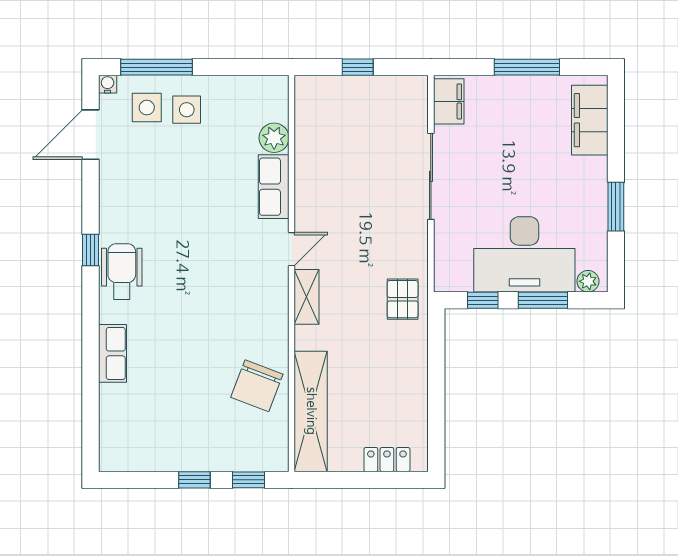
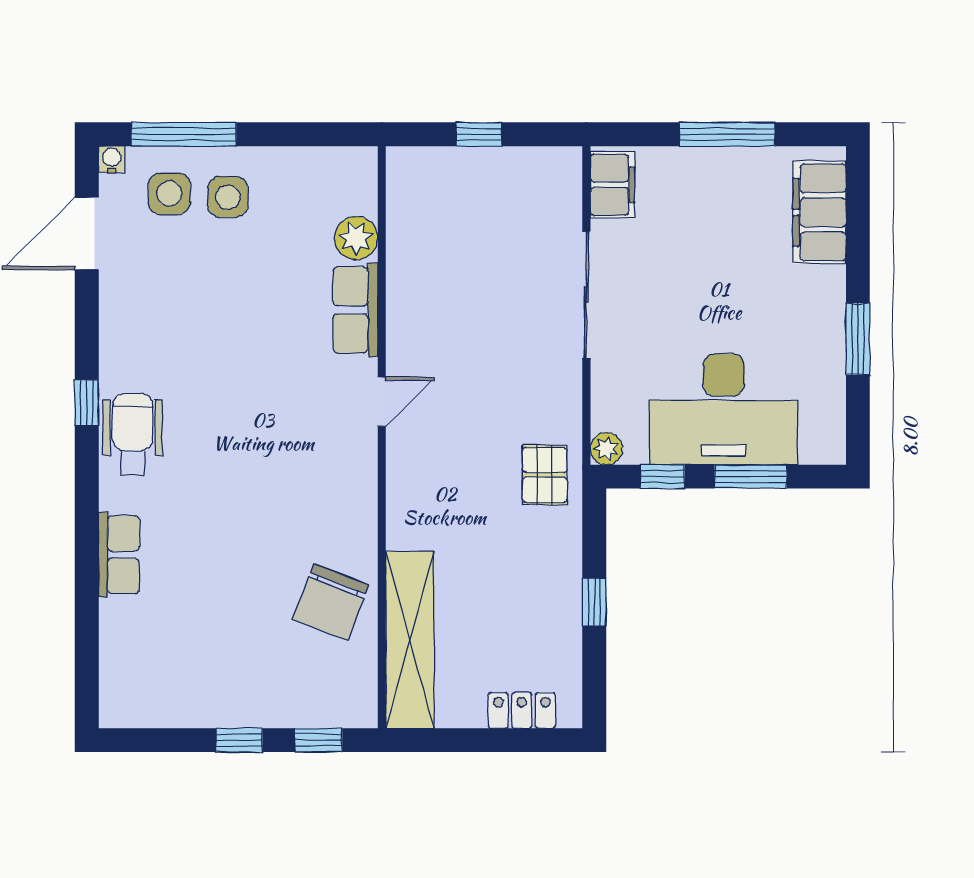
plant: (588, 281) -> (606, 449), moved
shelving: (307, 297) -> (404, 472), removed
window: (436, 386) -> (594, 602), added

